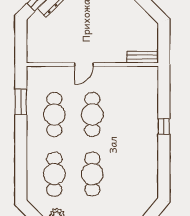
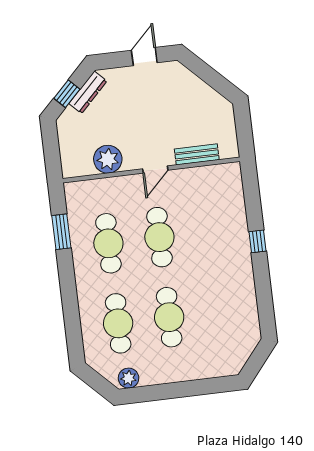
plant: (61, 53) -> (108, 159), added
bench: (142, 57) -> (197, 154), moved
door: (84, 65) -> (155, 170), moved

